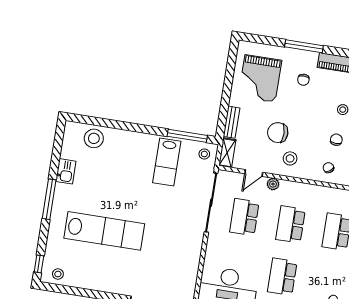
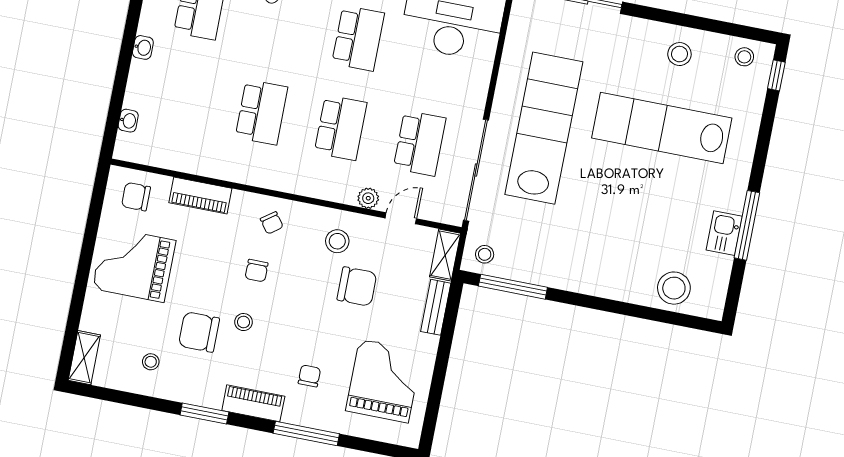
lab bench: (167, 162) -> (544, 128), moved, width x1.86, depth x1.39
window: (49, 199) -> (747, 225), moved
stool: (96, 274) -> (679, 54), added

